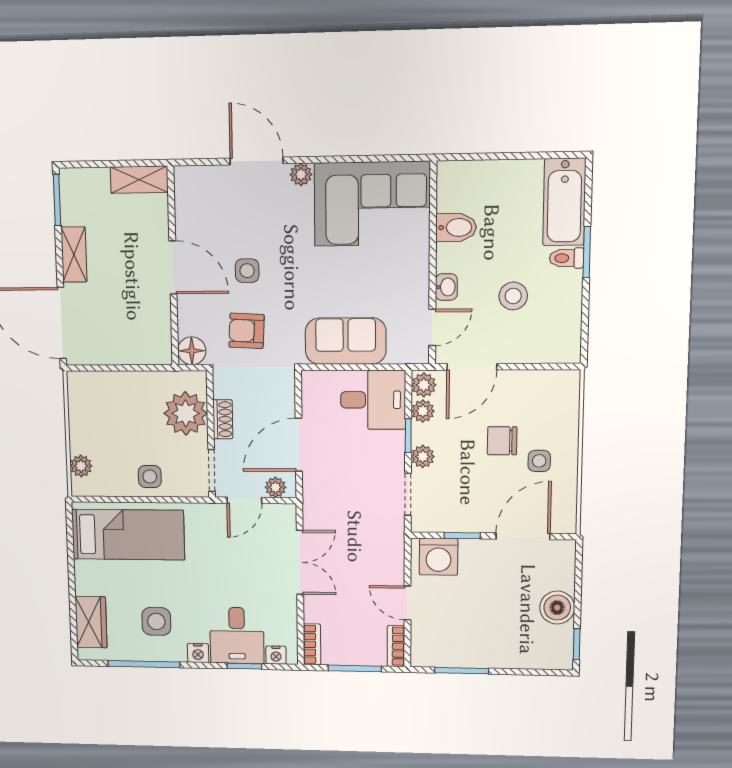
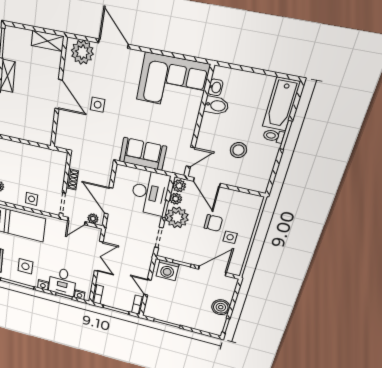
plant: (301, 174) -> (82, 52), moved, width x1.88, depth x1.88
washbasin: (446, 287) -> (215, 87), moved
armchair: (247, 331) -> (92, 137), removed
floor lamp: (192, 351) -> (62, 141), removed
door: (472, 367) -> (207, 182), hinge flipped
desk: (373, 400) -> (150, 193), width x1.37
plant: (186, 413) -> (54, 172), removed
chair: (502, 441) -> (213, 223), turned 180
door: (299, 445) -> (108, 201), hinge flipped
plant: (423, 457) -> (177, 217), width x1.88, depth x1.88

